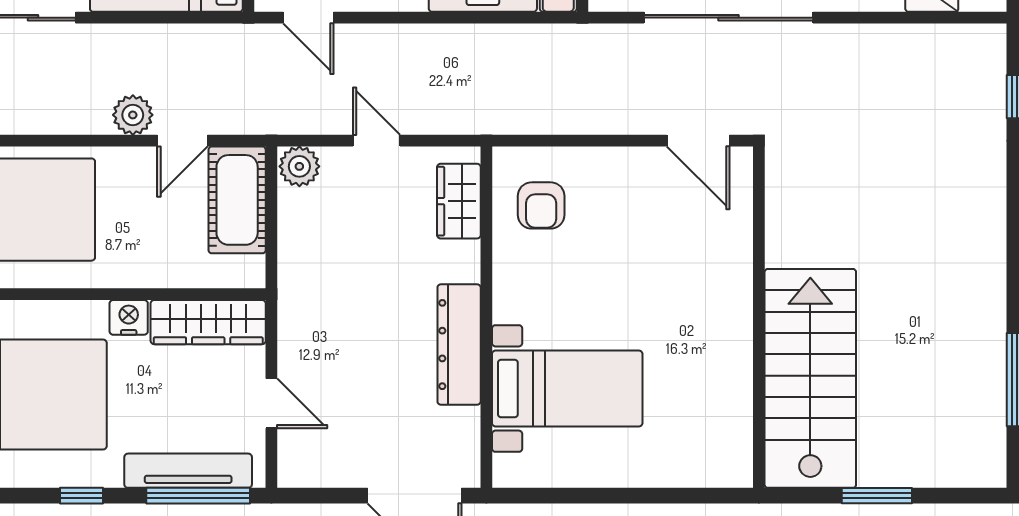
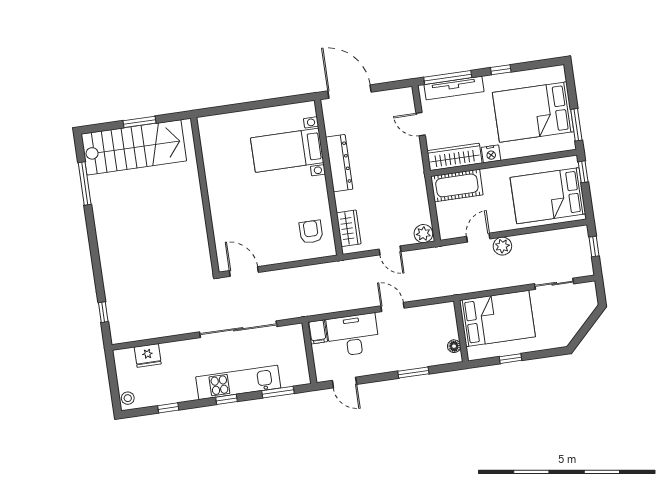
door: (308, 18) -> (393, 307), moved
cot: (237, 200) -> (457, 185), moved, turned 90
stairs: (810, 378) -> (134, 147), moved, turned -90

